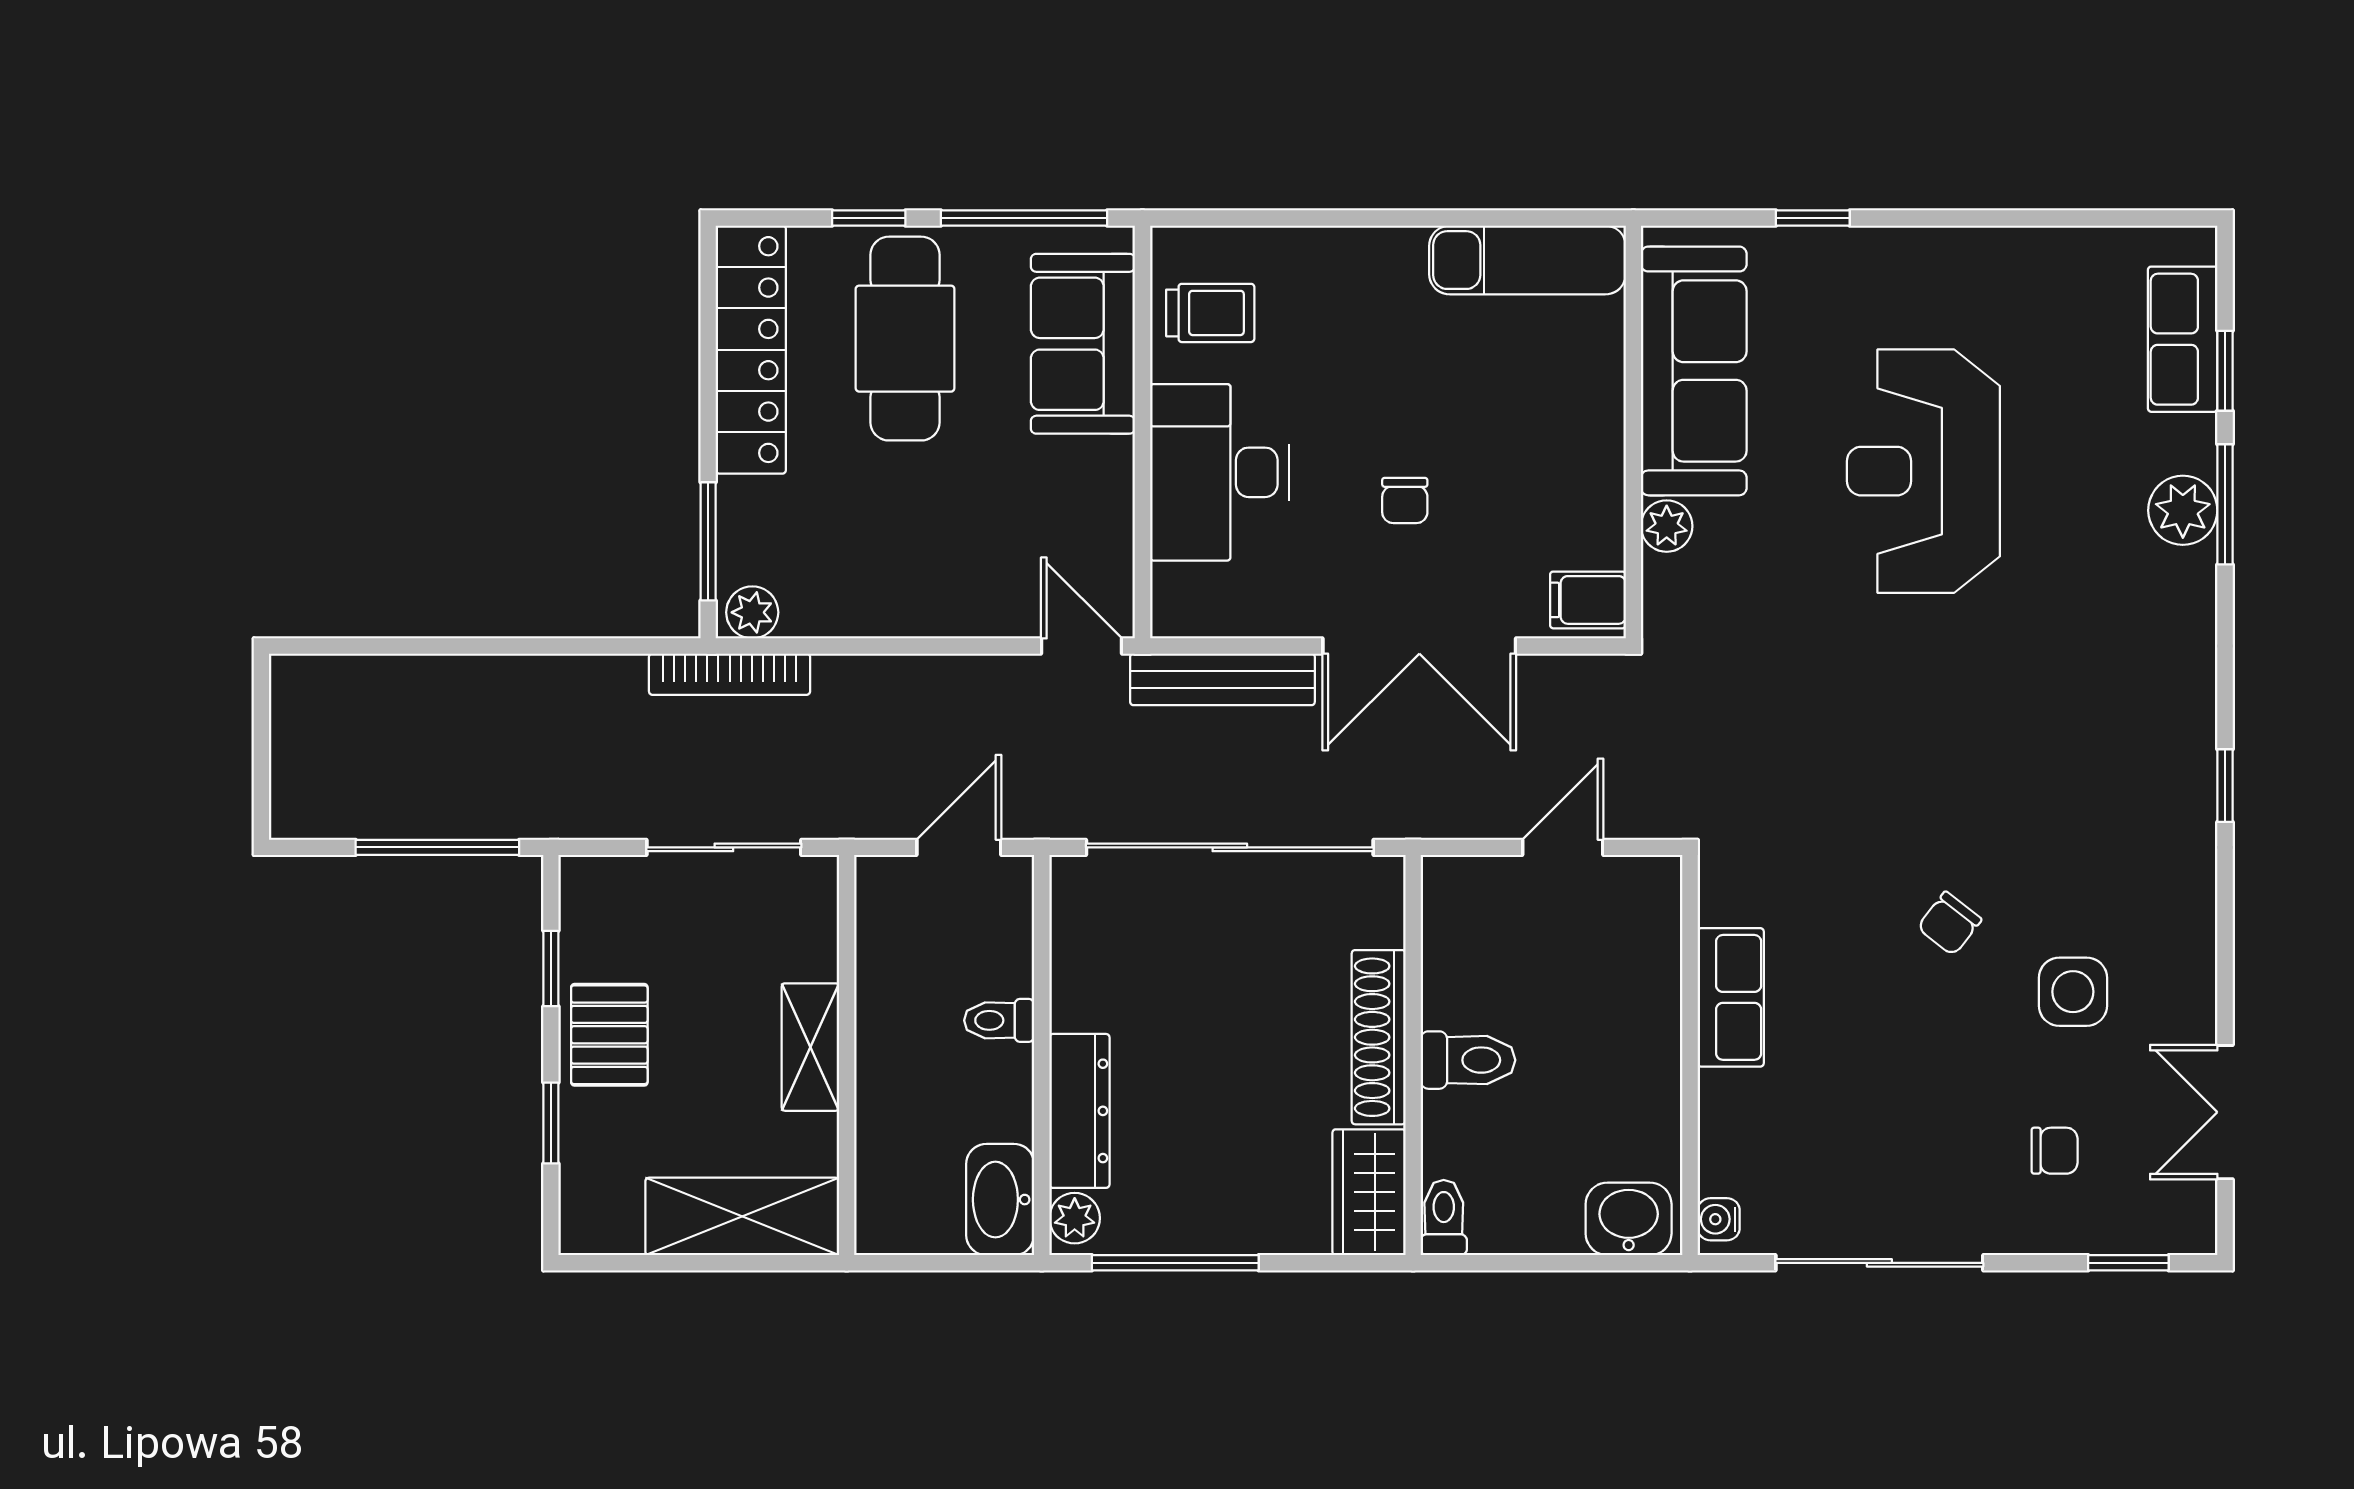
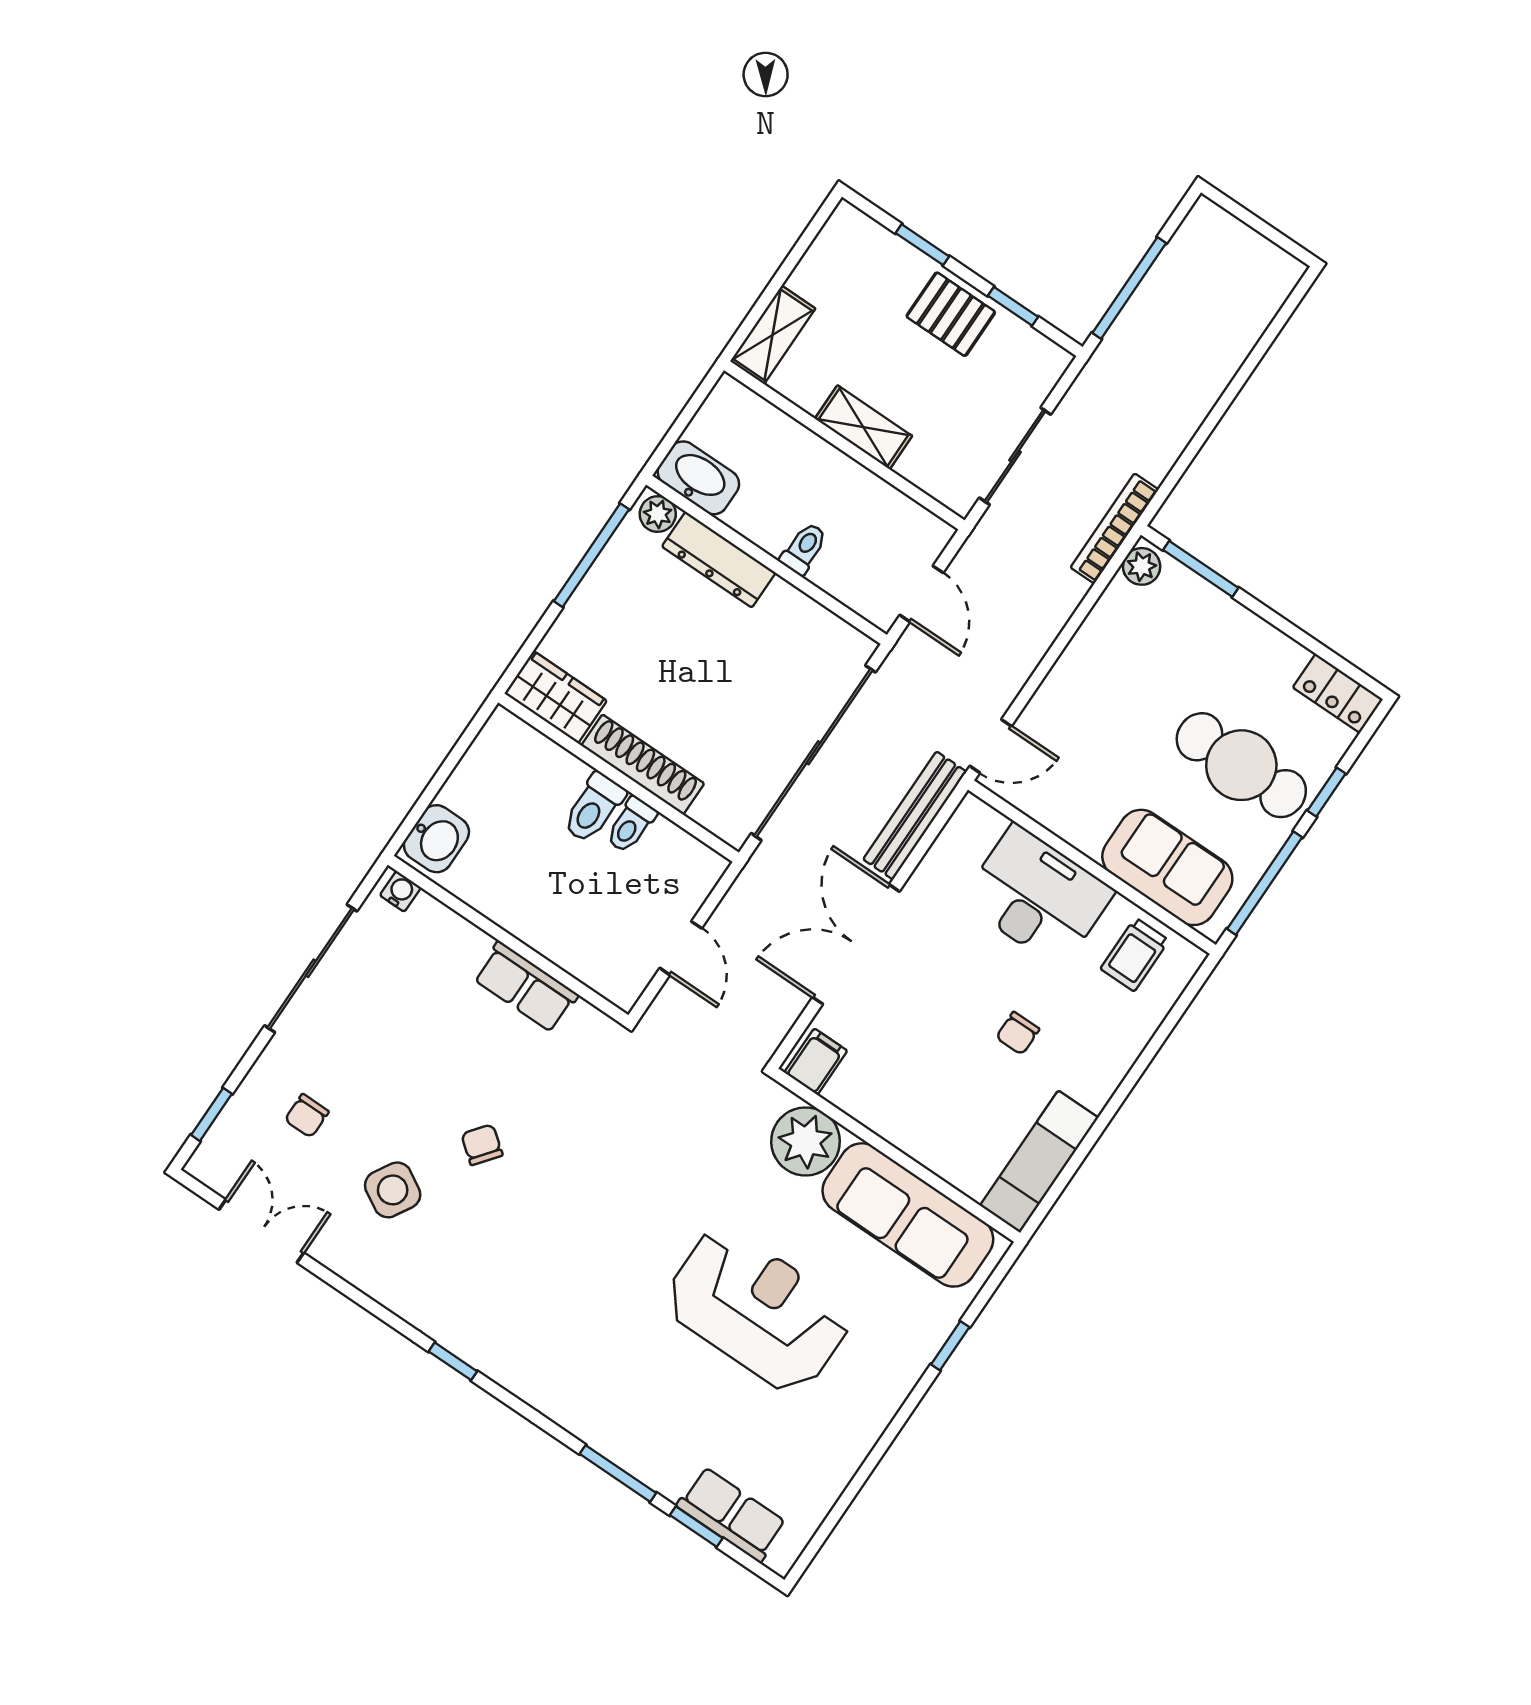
locker: (751, 350) -> (1338, 693), width x0.46, depth x0.83
chair: (1405, 500) -> (1018, 1033), moved, turned -90
plant: (2183, 510) -> (631, 1446), removed
plant: (1667, 526) -> (806, 1141), width x1.88, depth x1.88
side table: (2073, 992) -> (393, 1190), turned 30
shelving: (742, 1216) -> (773, 335), width x0.67, depth x0.75
toilet: (1444, 1218) -> (631, 825), moved, turned 90

